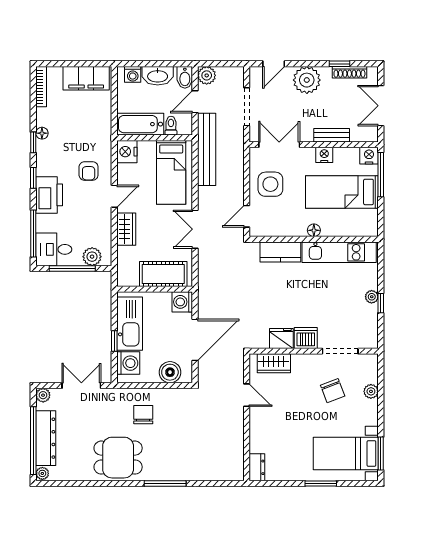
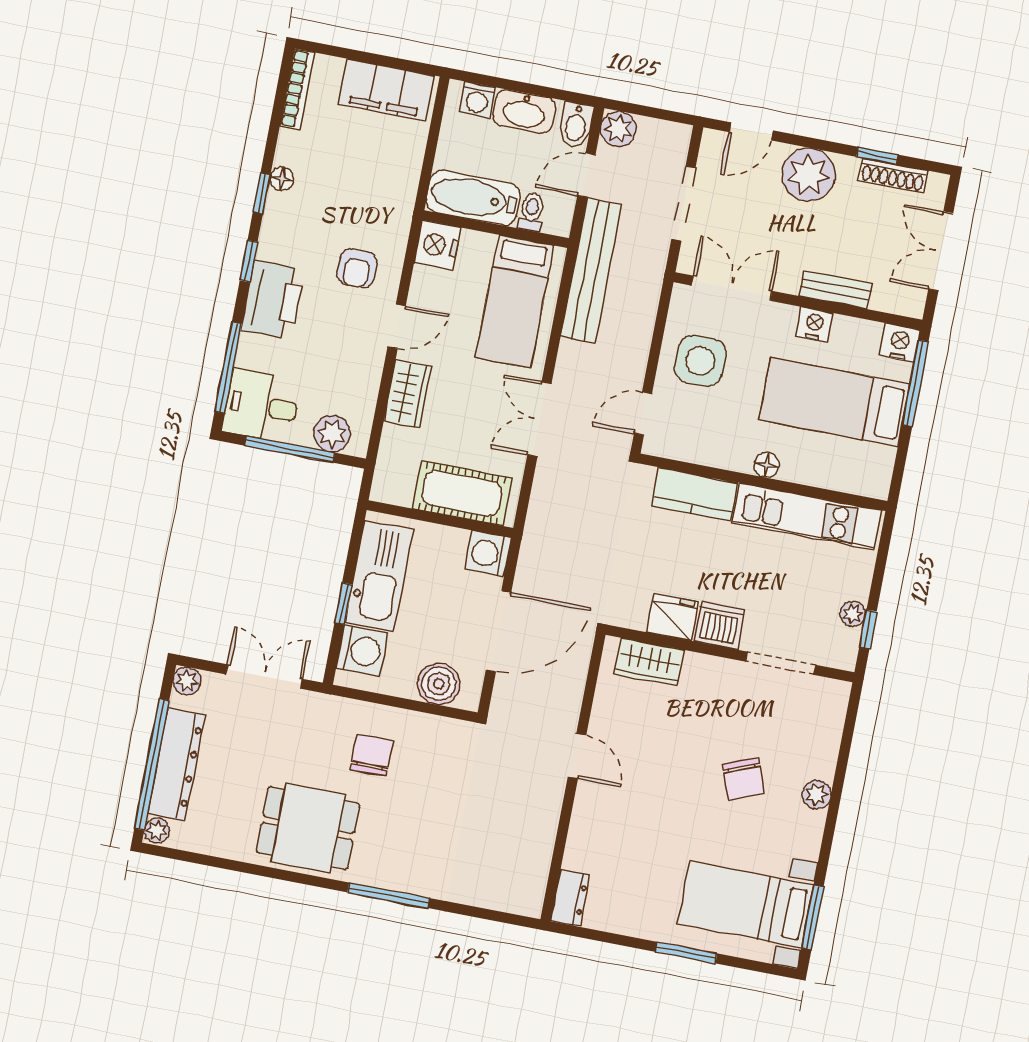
fridge: (281, 338) -> (673, 617), moved
dishwasher: (306, 338) -> (720, 625), moved
wall: (314, 351) -> (730, 654), moved
doorway: (340, 351) -> (781, 663), moved
wardrobe: (274, 363) -> (649, 662), moved

